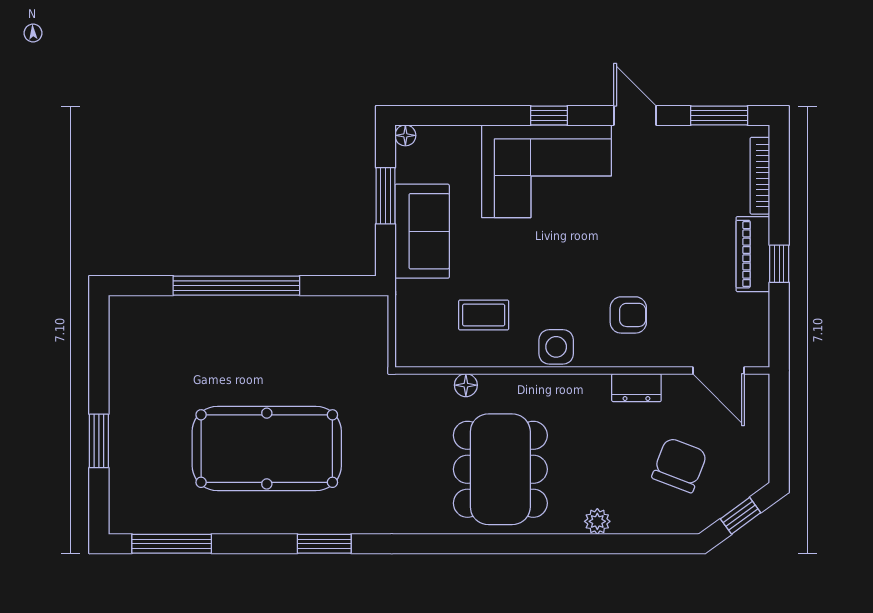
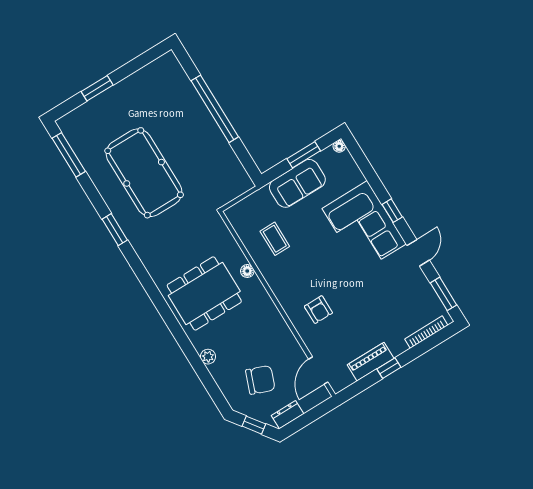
piano: (753, 254) -> (371, 362), moved
side table: (556, 347) -> (281, 284), removed
floor lamp: (466, 385) -> (247, 271), moved
dresser: (636, 388) -> (288, 415), moved, turned 90

